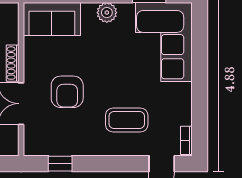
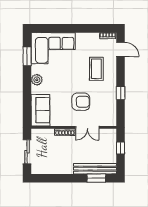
window: (60, 164) -> (121, 93), moved

